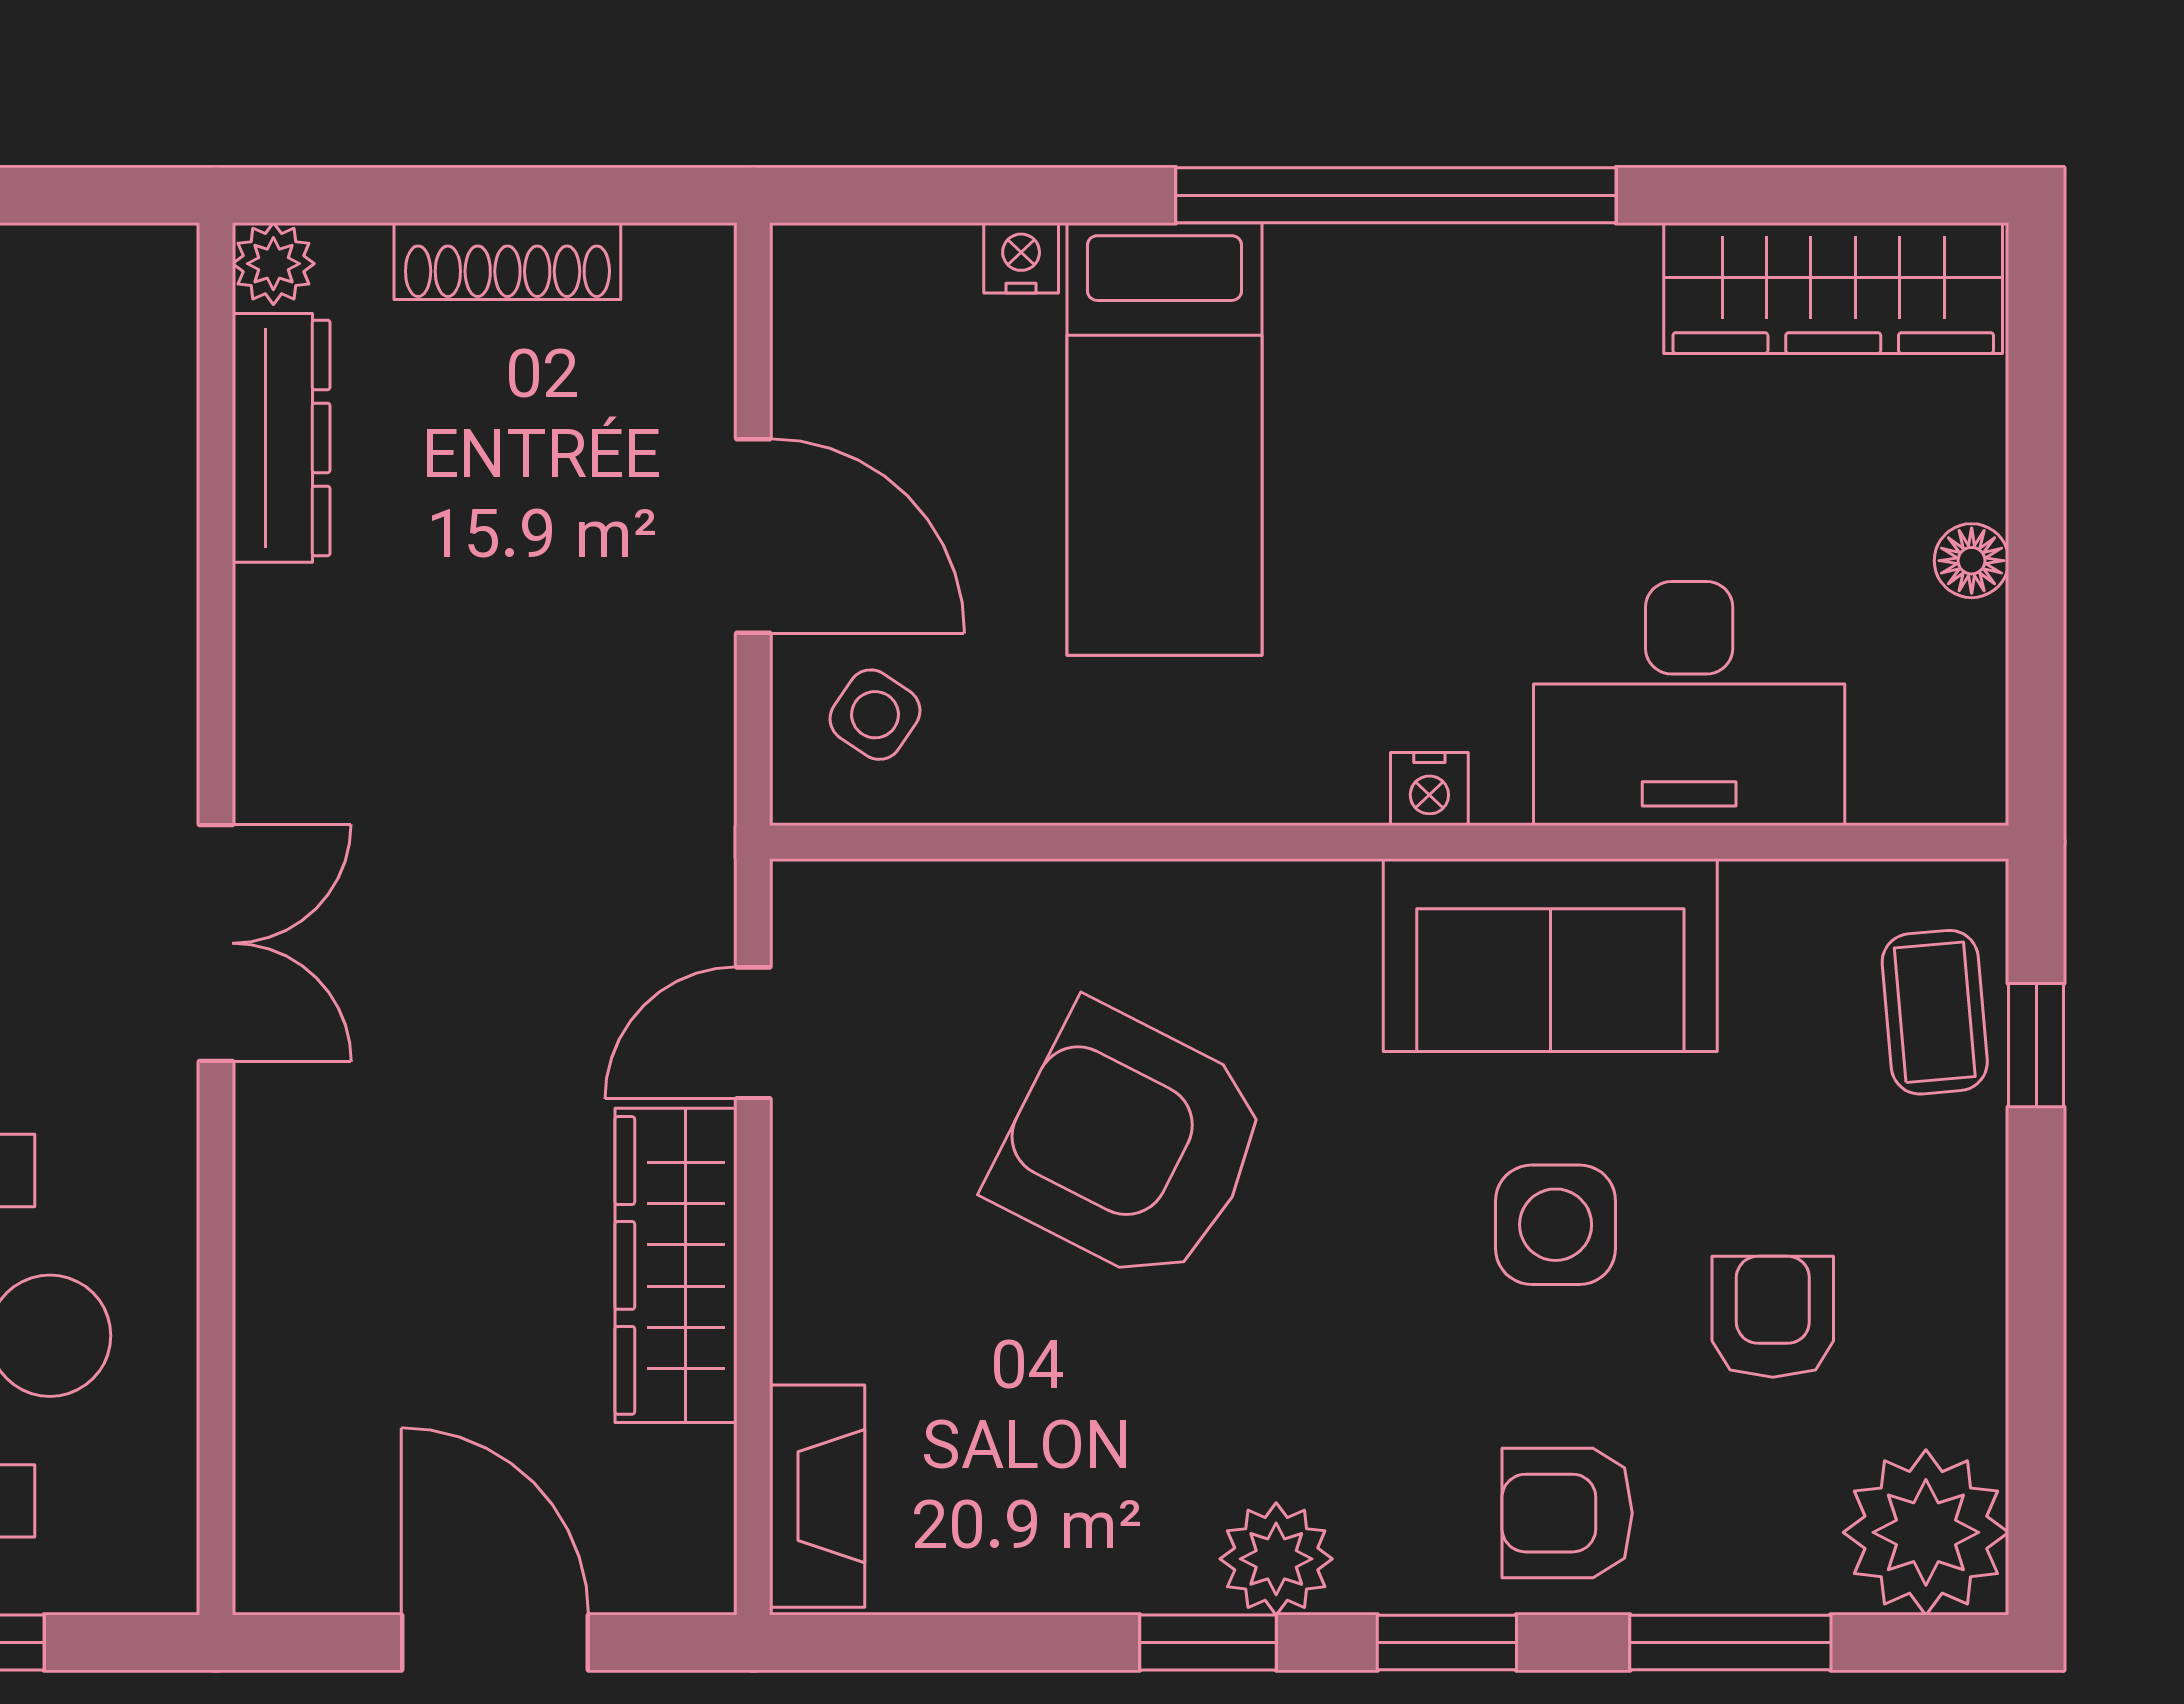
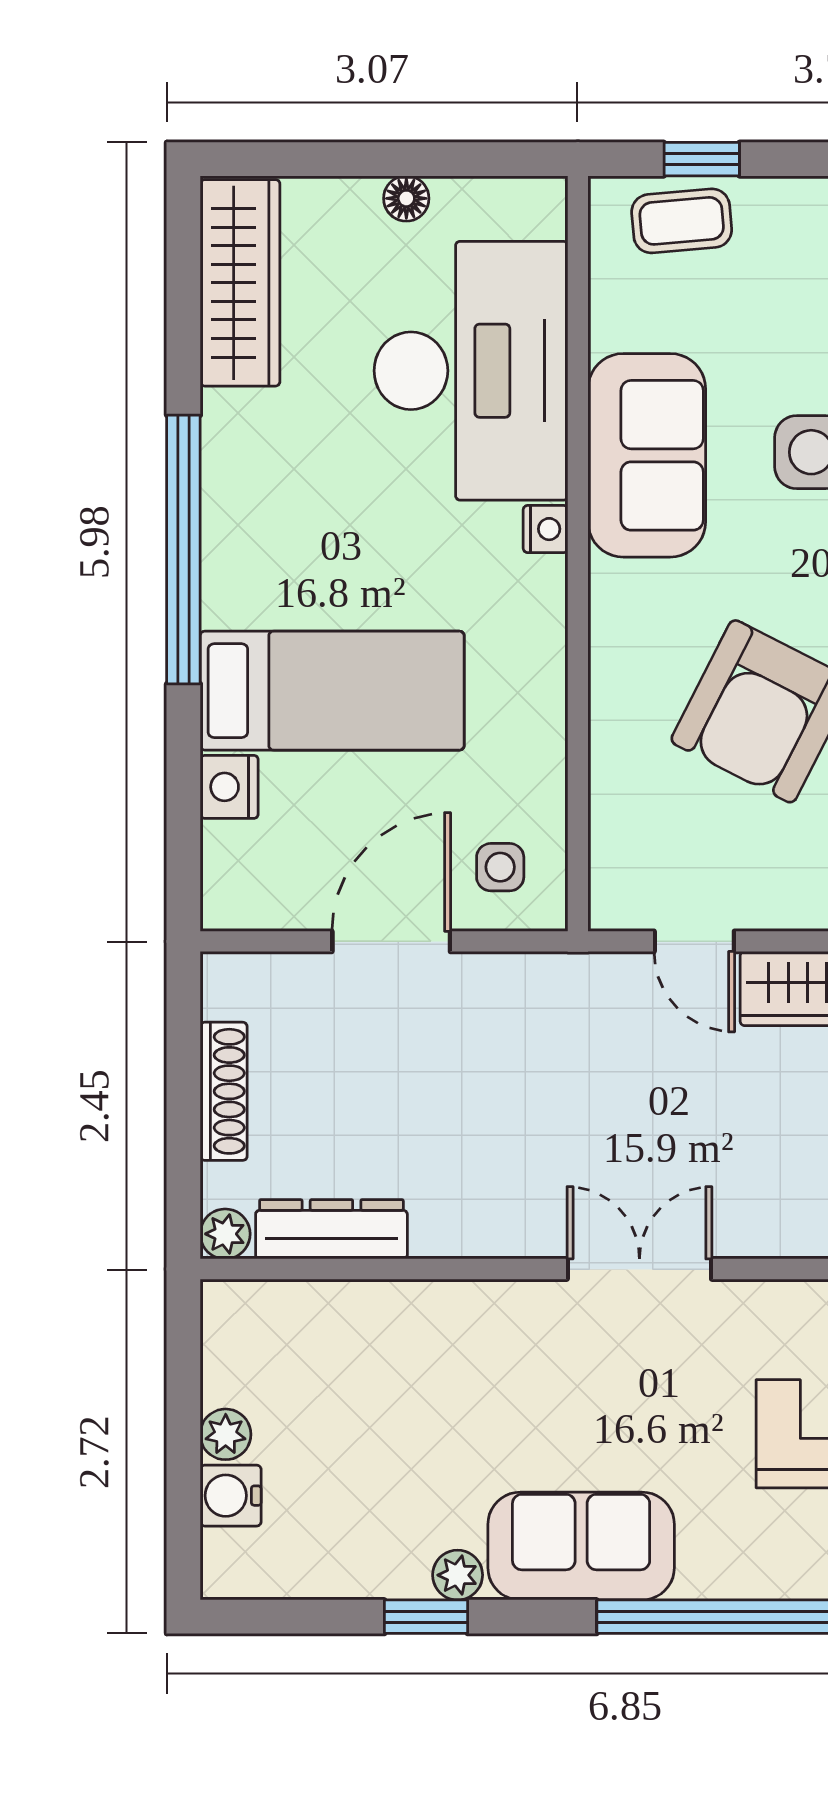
nightstand: (1021, 258) -> (229, 787), width x1.39, depth x1.35
desk: (1689, 703) -> (471, 371), width x1.36, depth x1.30
side table: (875, 715) -> (500, 867), turned -34

